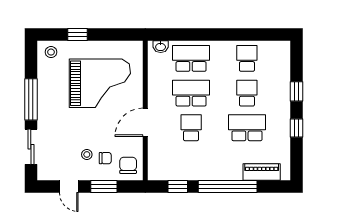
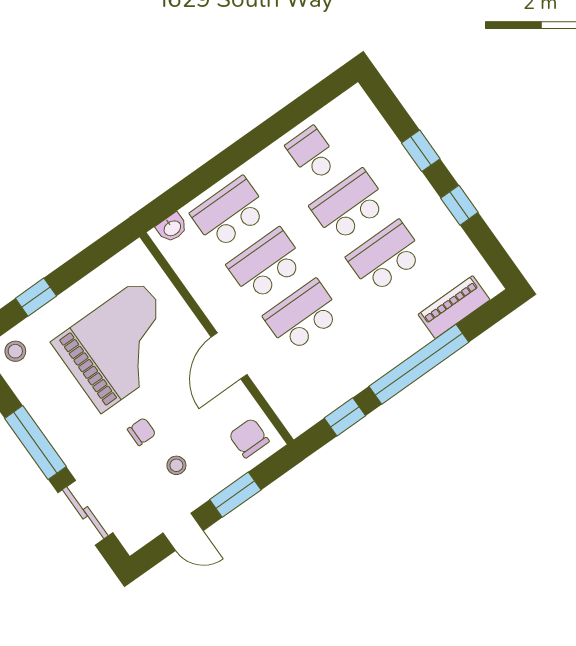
school desk: (247, 93) -> (349, 206), width x1.85
school desk: (191, 128) -> (303, 316), width x1.85
chair: (105, 158) -> (142, 432), moved

